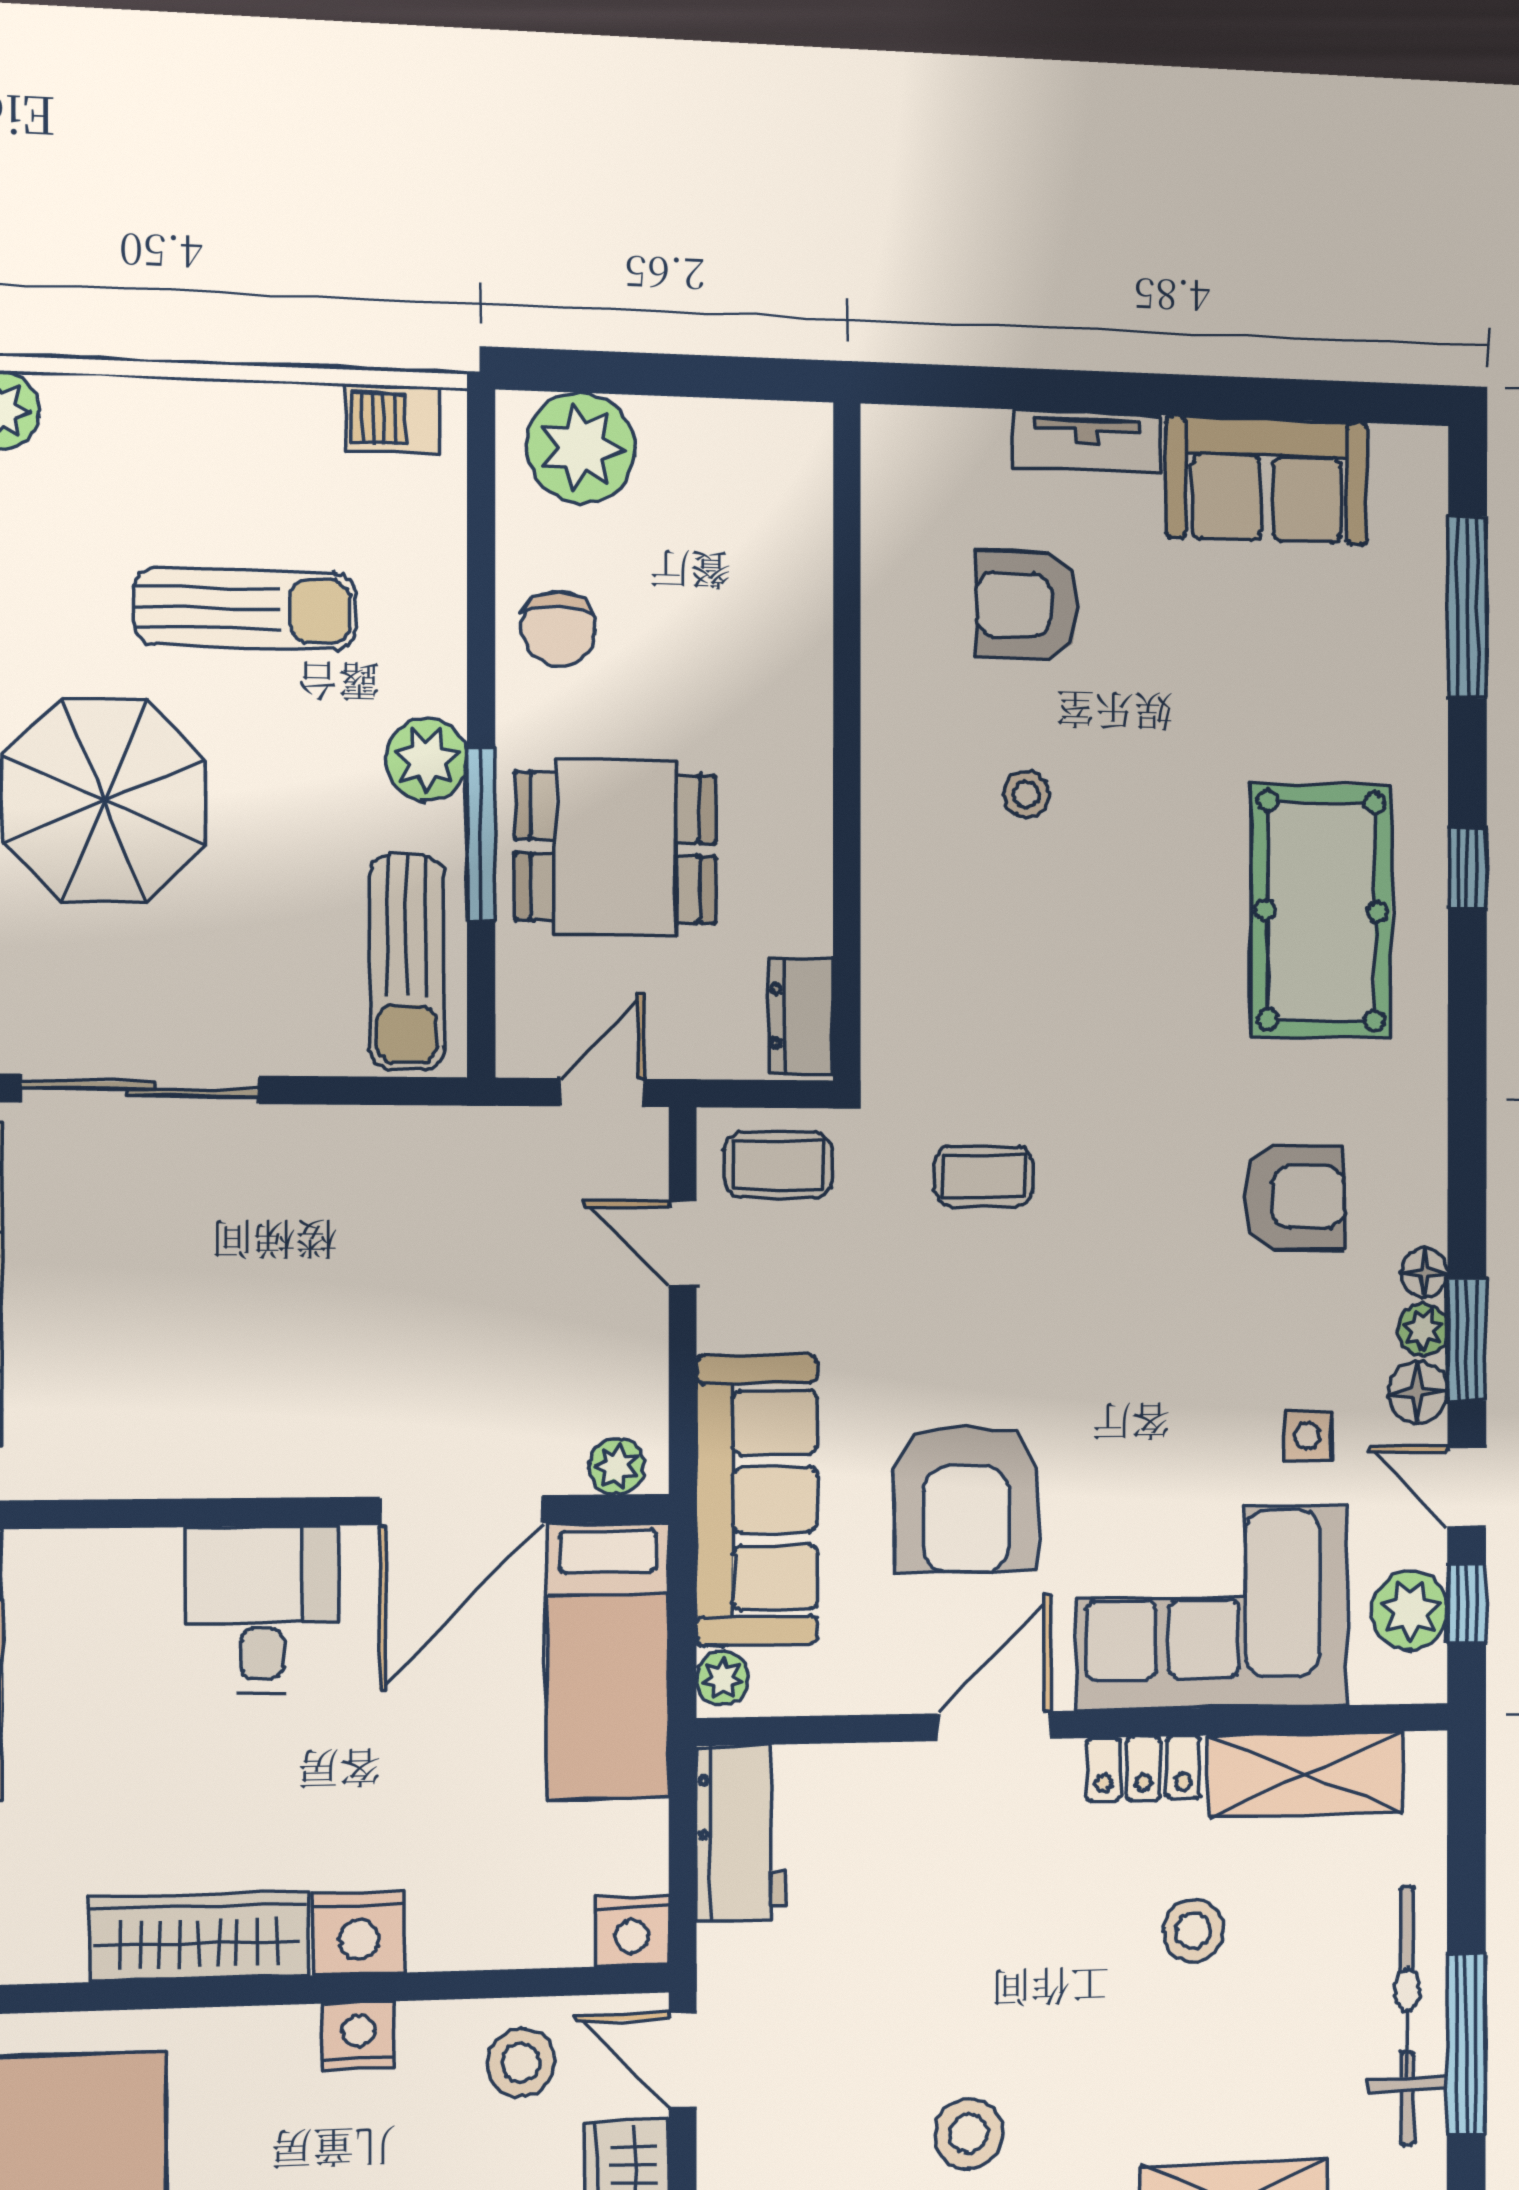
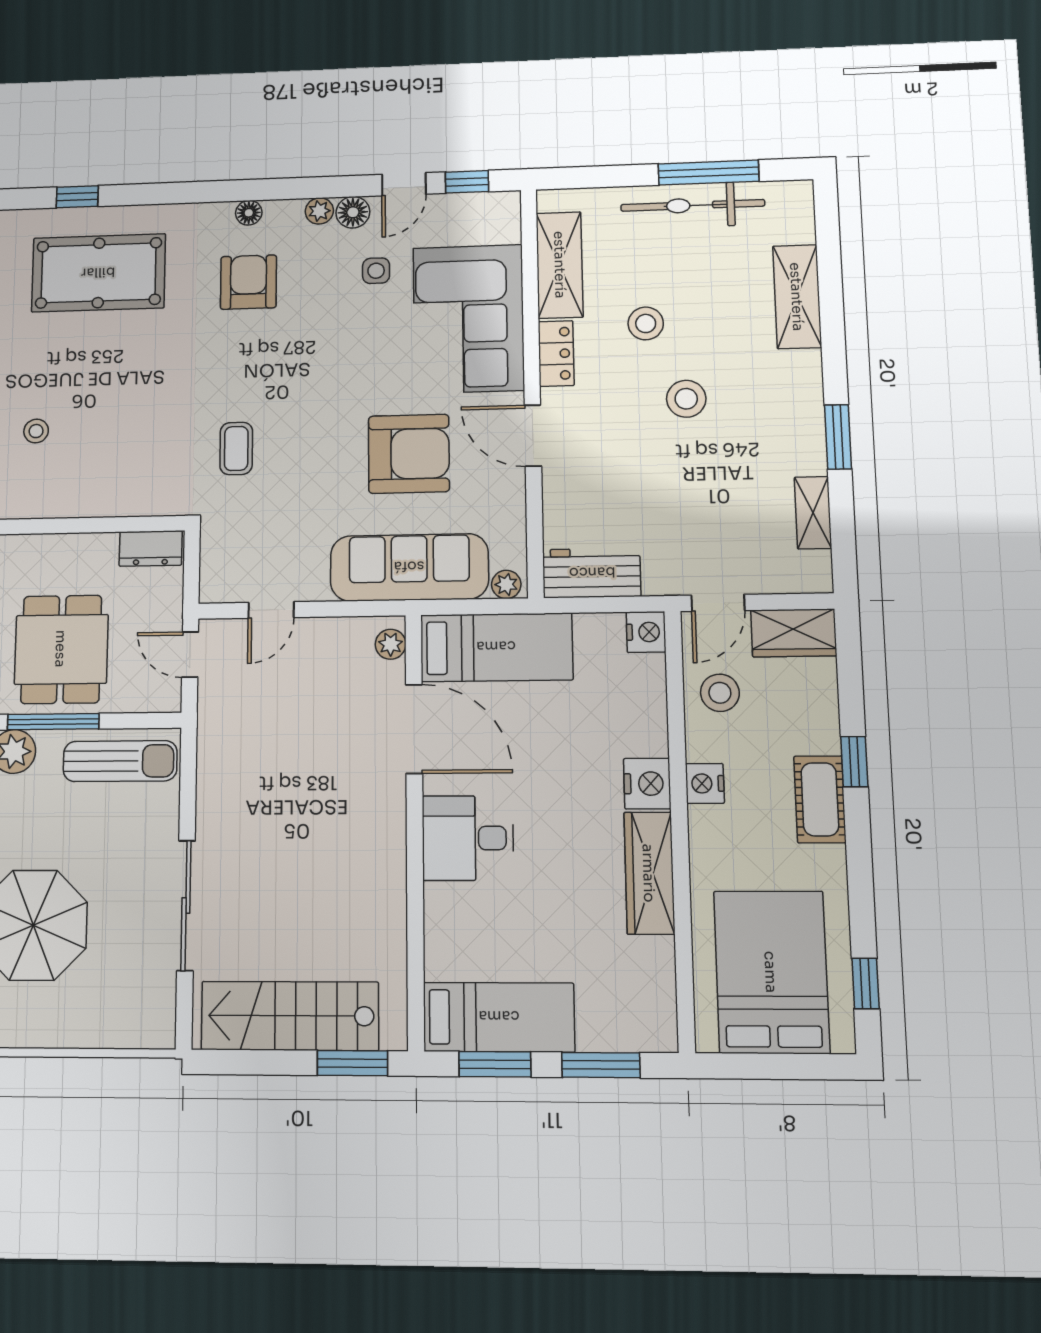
coffee table: (778, 1165) -> (229, 559), removed
floor lamp: (1424, 1273) -> (249, 213), moved
window: (1467, 1340) -> (325, 187), removed
plant: (1410, 1610) -> (470, 212), removed
stool: (969, 2134) -> (686, 399), moved

